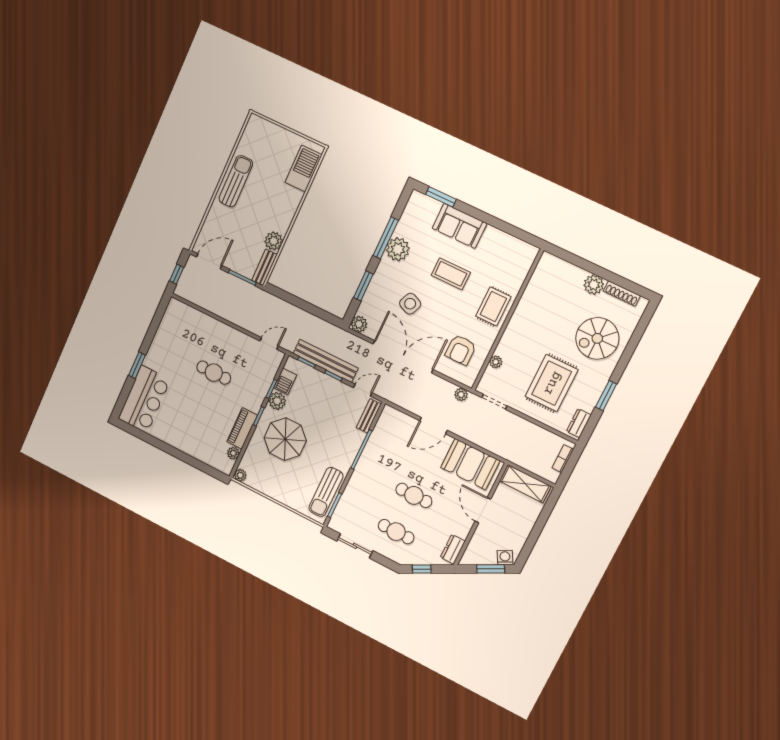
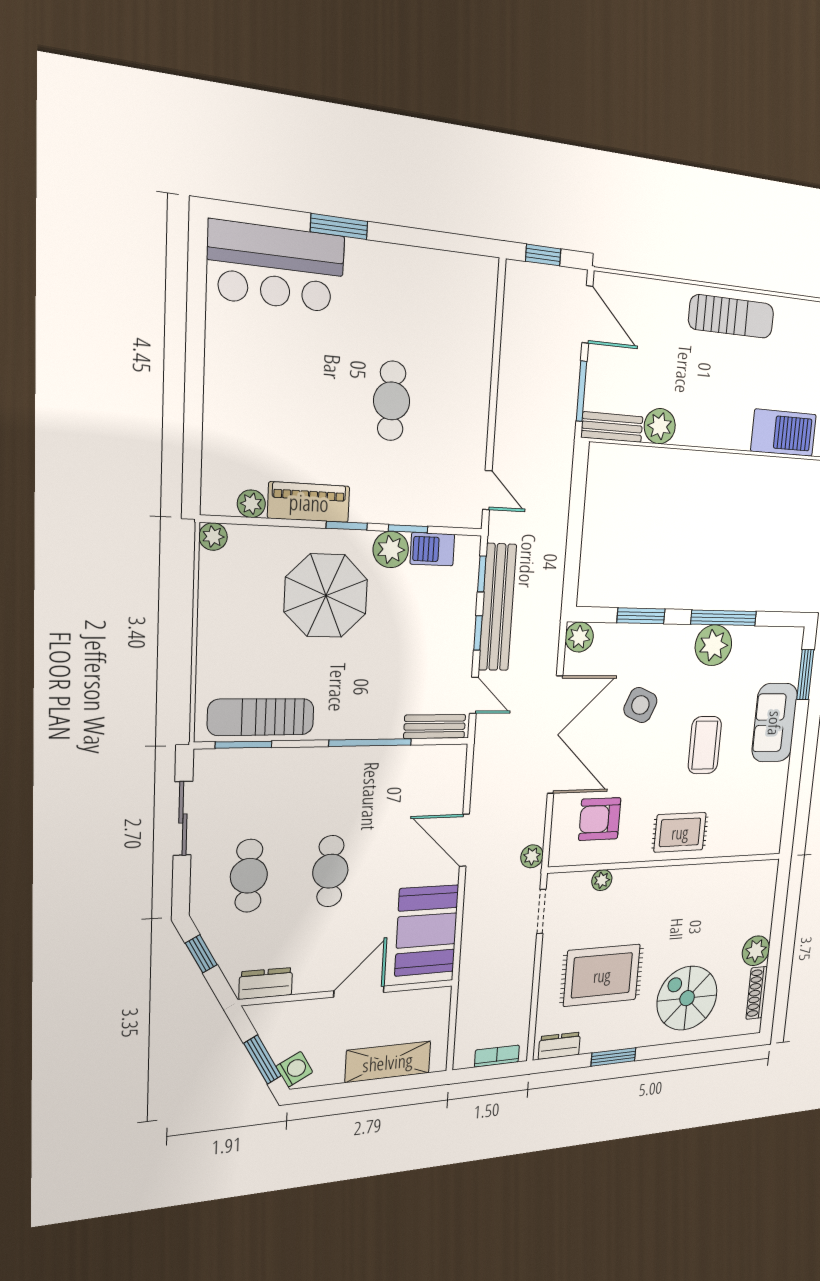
shelving: (525, 484) -> (388, 1062), moved, turned 90

